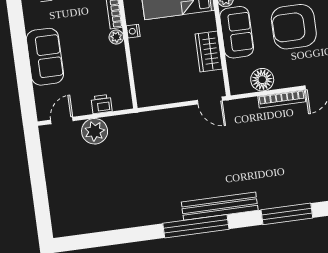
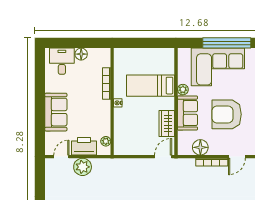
plant: (116, 37) -> (106, 141), moved
door: (210, 100) -> (163, 157), swing flipped
printer: (102, 104) -> (84, 146), width x1.87, depth x1.48

